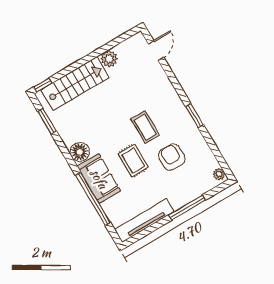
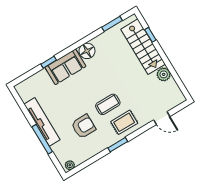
door: (156, 51) -> (162, 118), moved
window: (43, 85) -> (150, 35), moved
rug: (133, 161) -> (124, 122), moved
window: (93, 199) -> (49, 62), width x0.32
tv unit: (144, 221) -> (42, 122), moved

